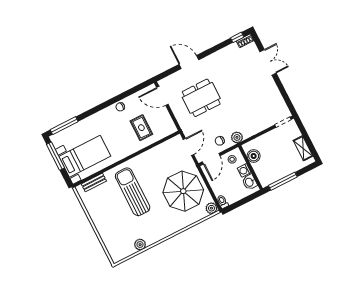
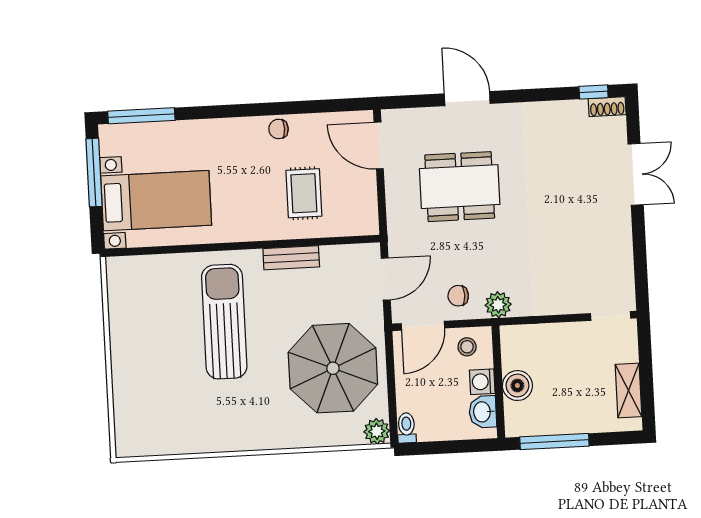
boiler: (254, 156) -> (517, 386), moved
bench: (94, 182) -> (291, 258), moved
plant: (140, 245) -> (190, 441), removed

